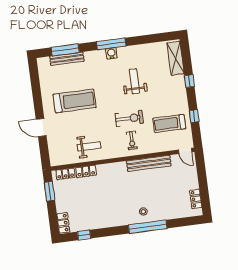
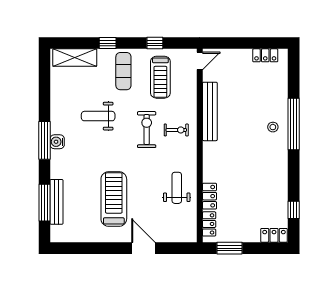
exercise mat: (170, 96) -> (123, 71), added
door: (41, 128) -> (143, 248), swing flipped

